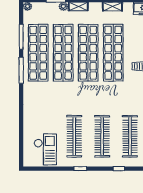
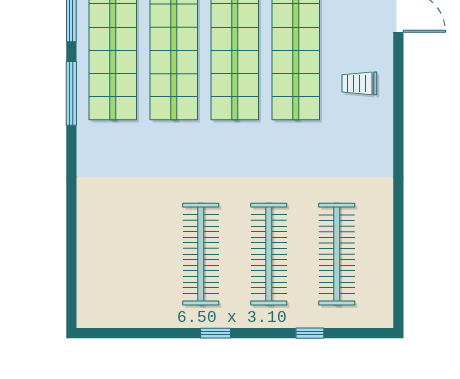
checkout: (45, 149) -> (130, 286), removed

